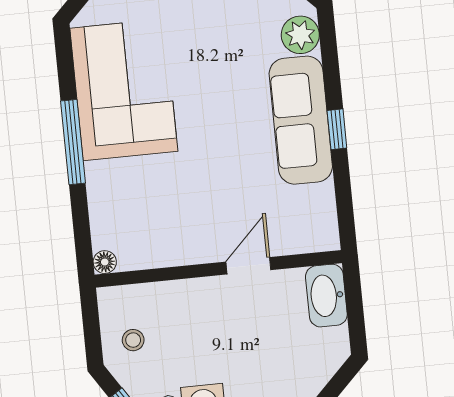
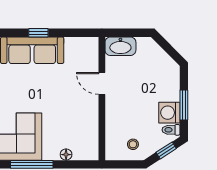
floor lamp: (105, 262) -> (66, 155), moved

